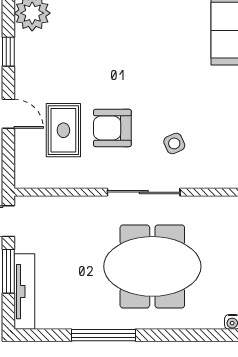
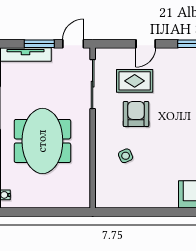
sliding door: (144, 192) -> (93, 84), moved

